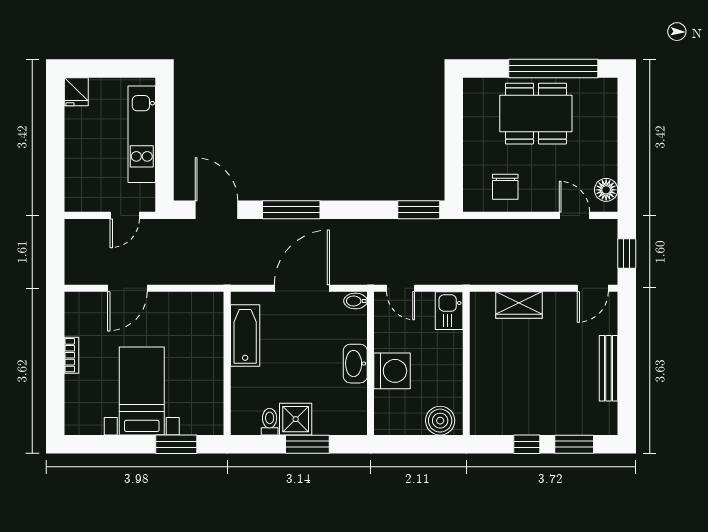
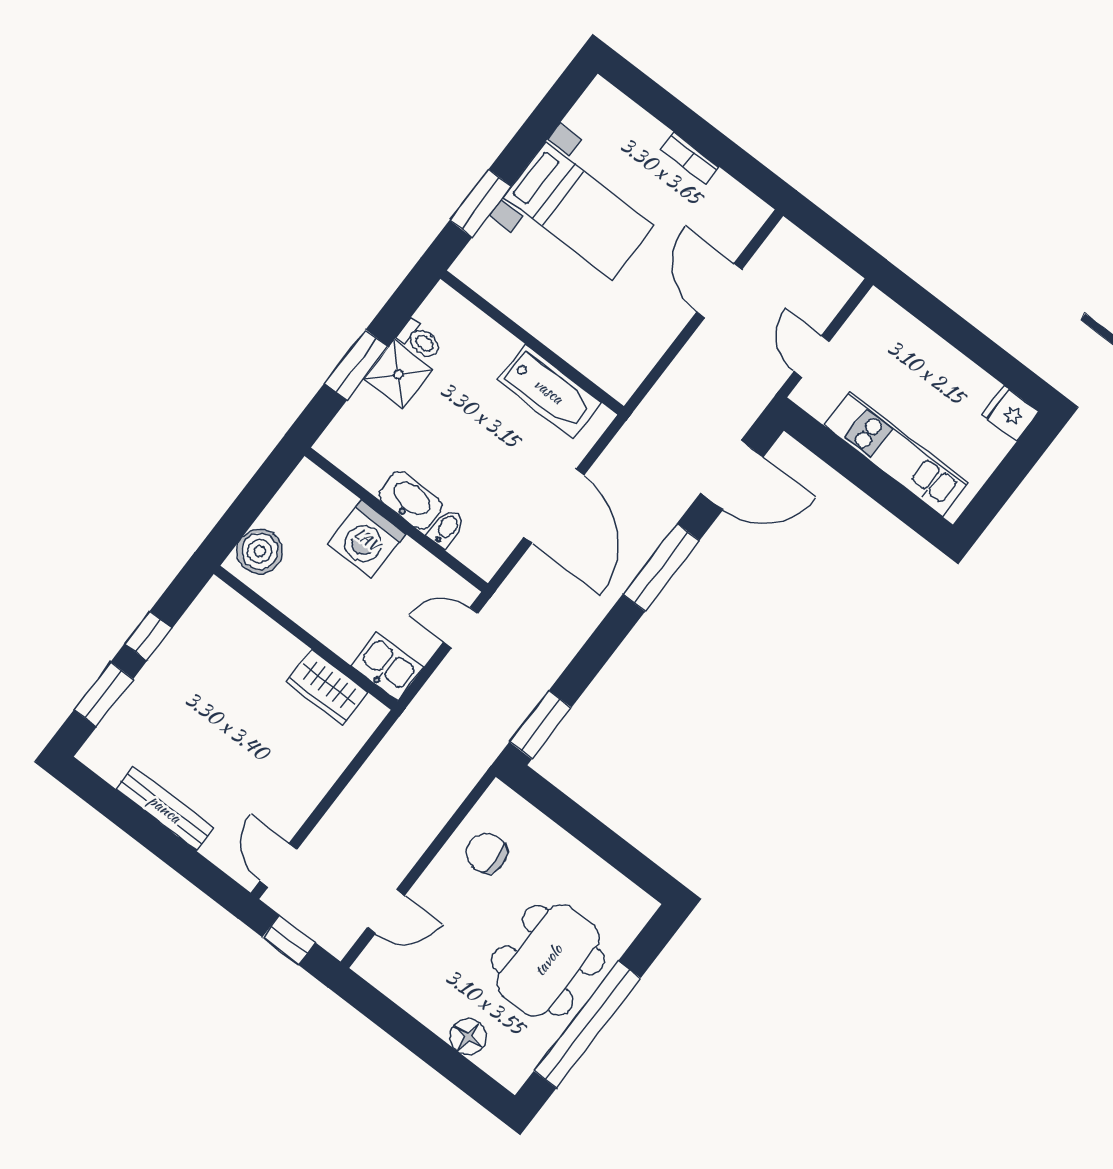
floor lamp: (606, 190) -> (468, 1037), moved
bidet: (355, 301) -> (446, 529), moved
wardrobe: (519, 305) -> (327, 687), moved, turned -90

